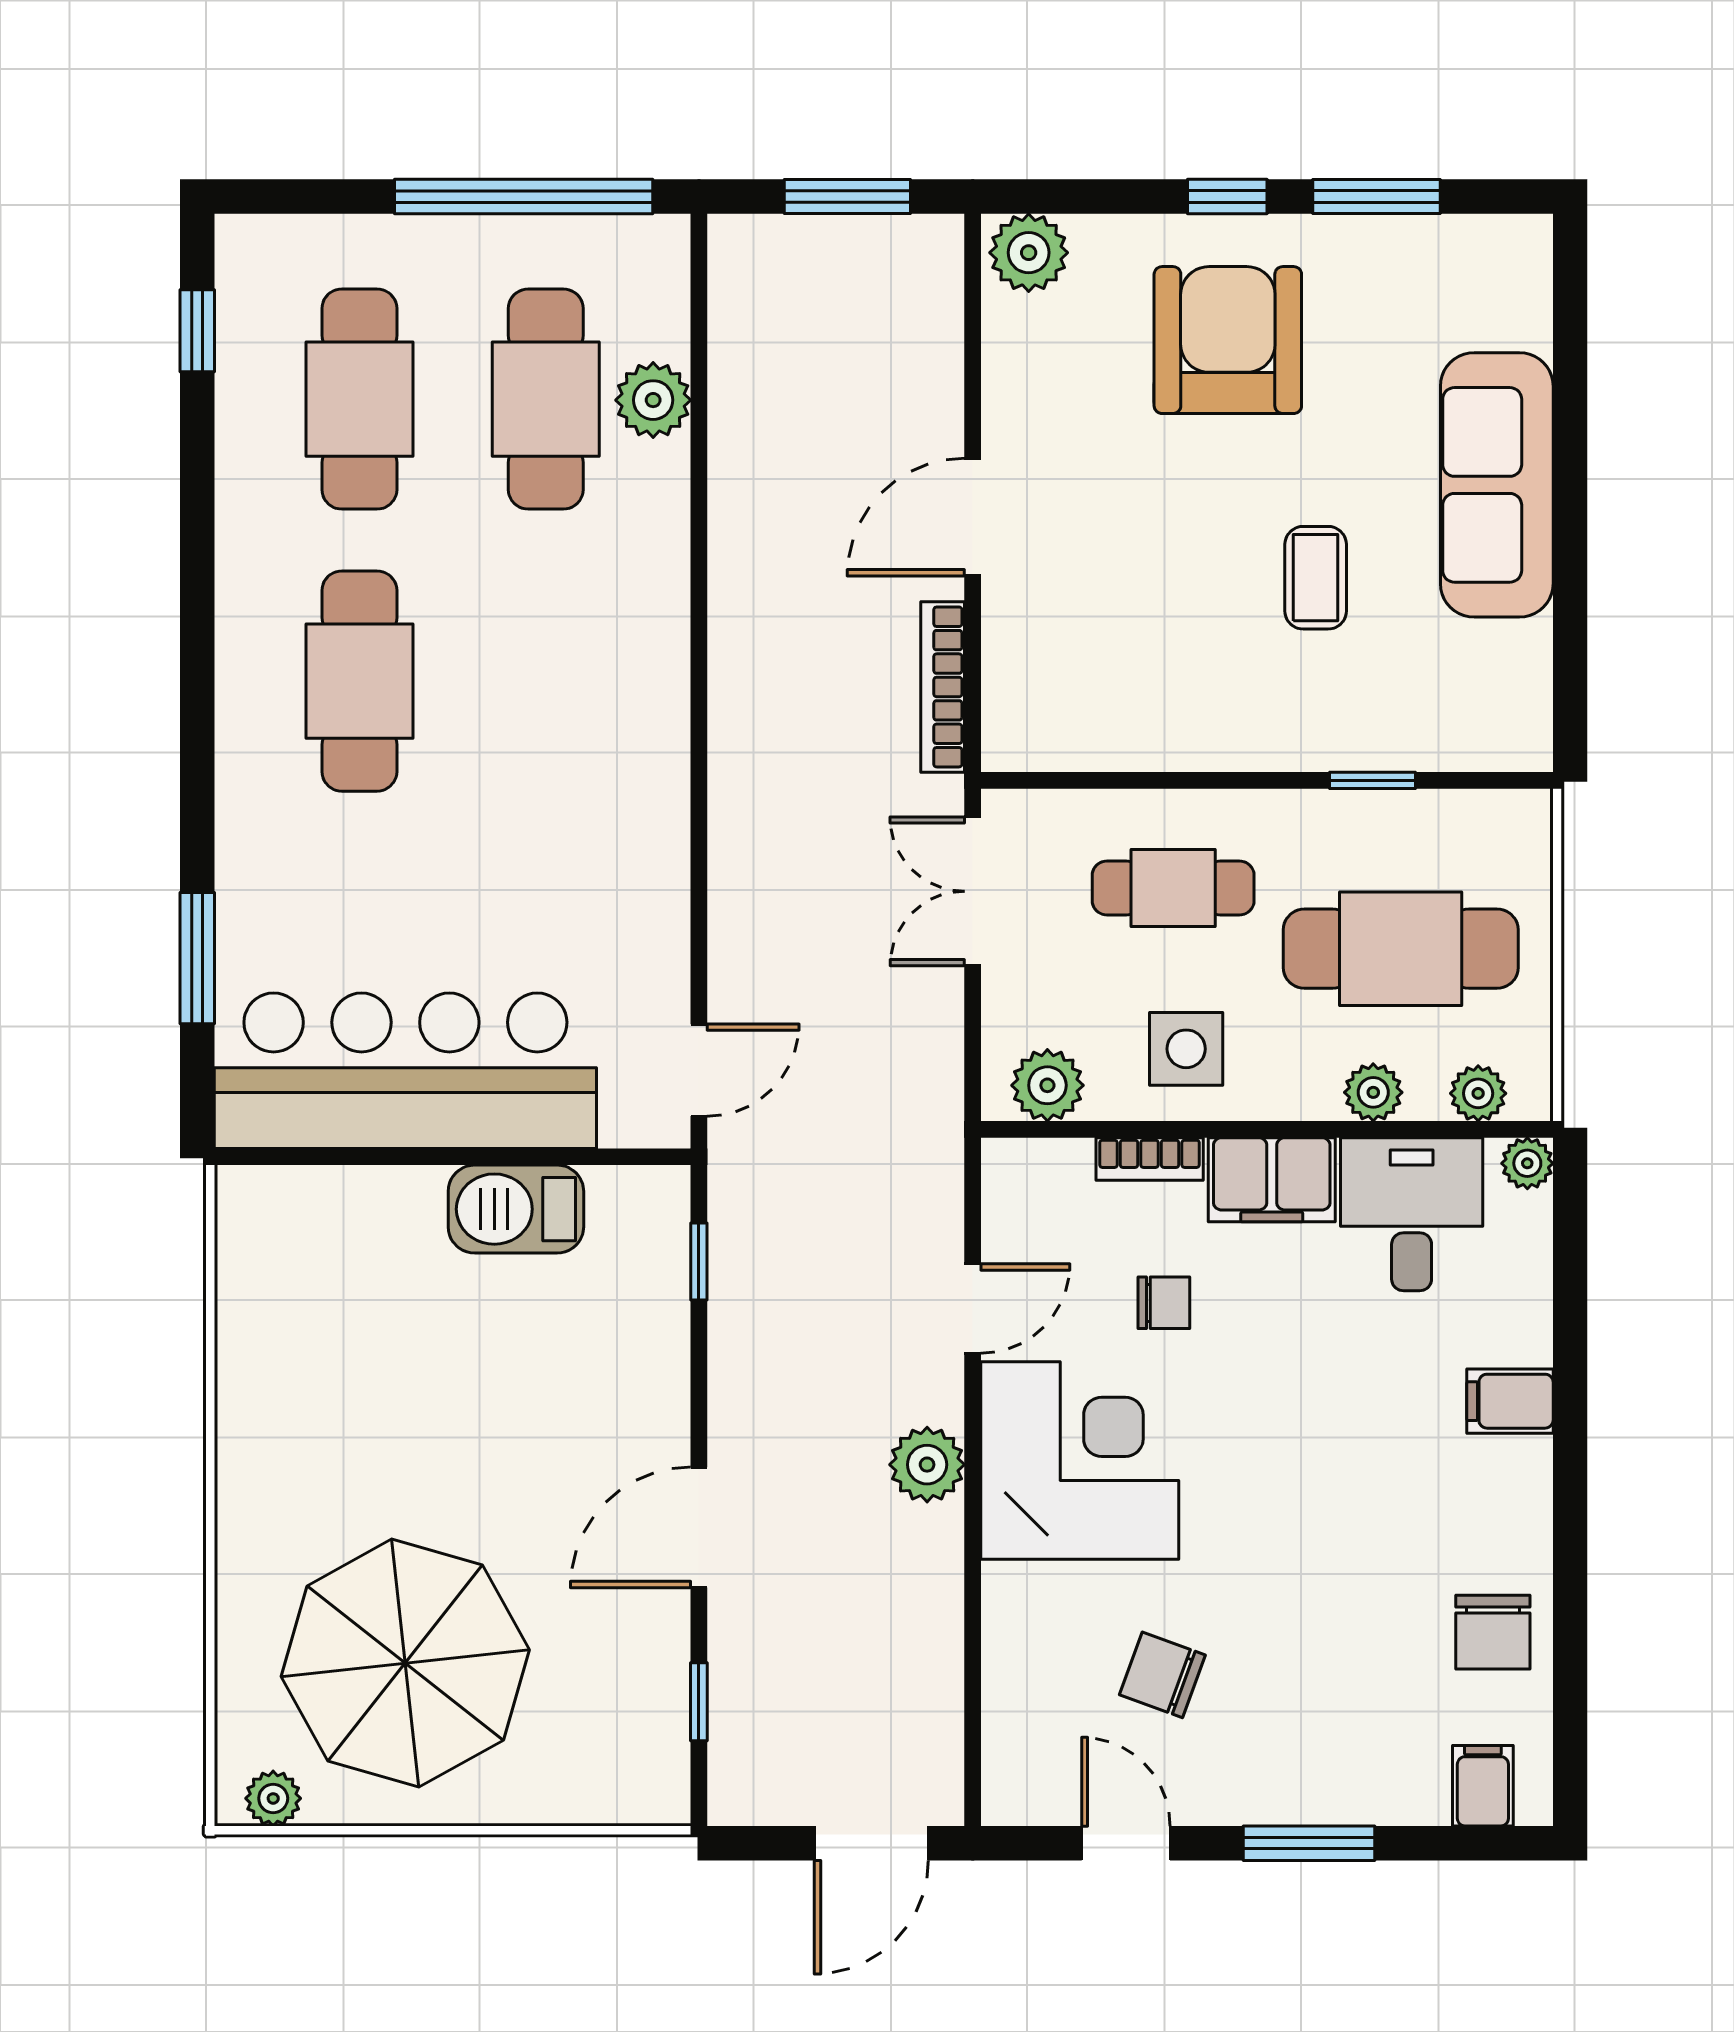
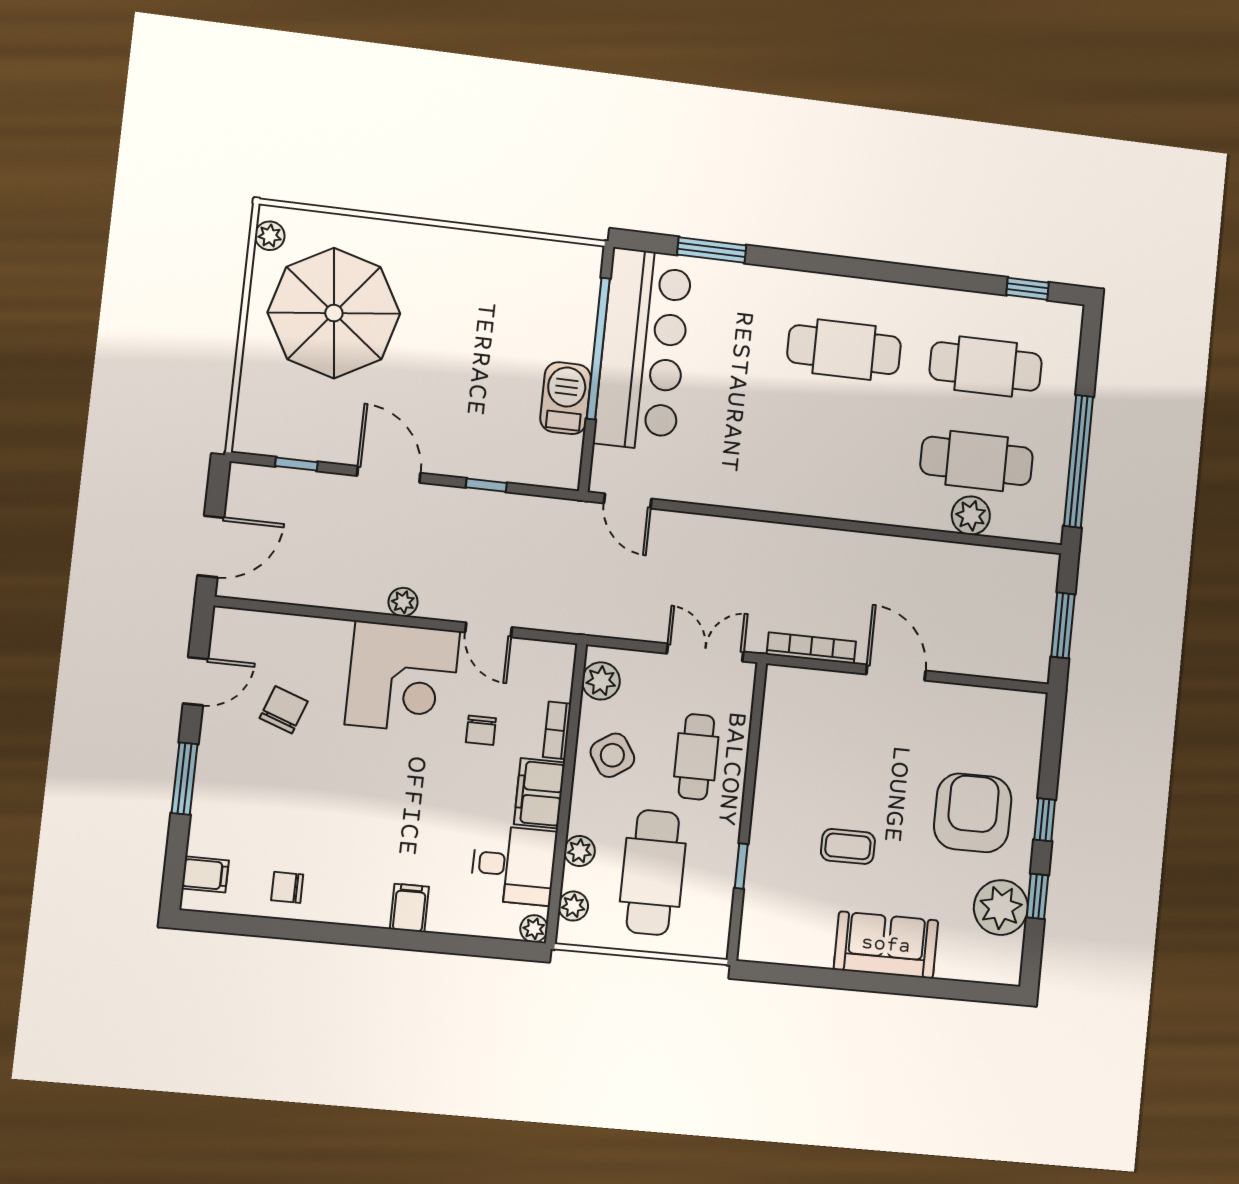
window: (1376, 197) -> (1037, 896), width x0.67
plant: (1029, 253) -> (1001, 908), moved, width x1.36, depth x1.36
armchair: (1228, 340) -> (973, 813), turned -90
sofa: (1497, 485) -> (886, 945), width x0.73
side table: (1186, 1049) -> (612, 755), turned -33
window: (414, 1157) -> (598, 349), added
window: (699, 1261) -> (486, 485), moved
plant: (927, 1465) -> (403, 602), width x0.73, depth x0.73
chair: (1493, 1632) -> (287, 887), width x0.73, depth x0.73
door: (871, 1843) -> (211, 546), swing flipped

